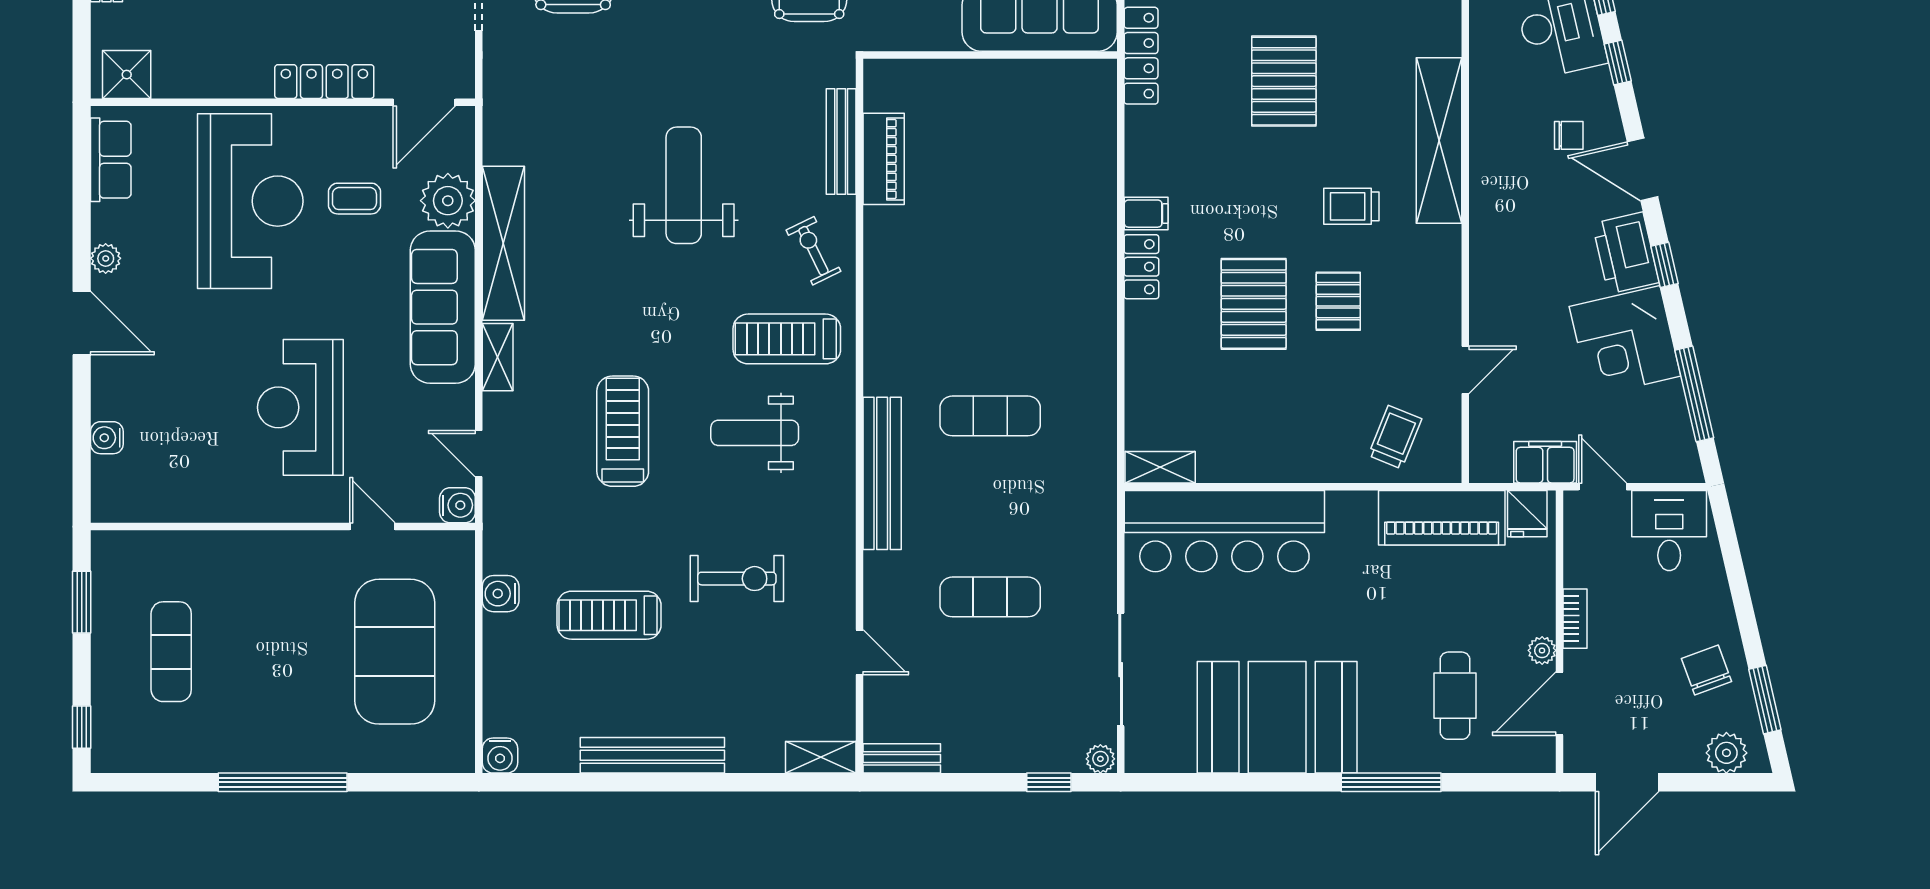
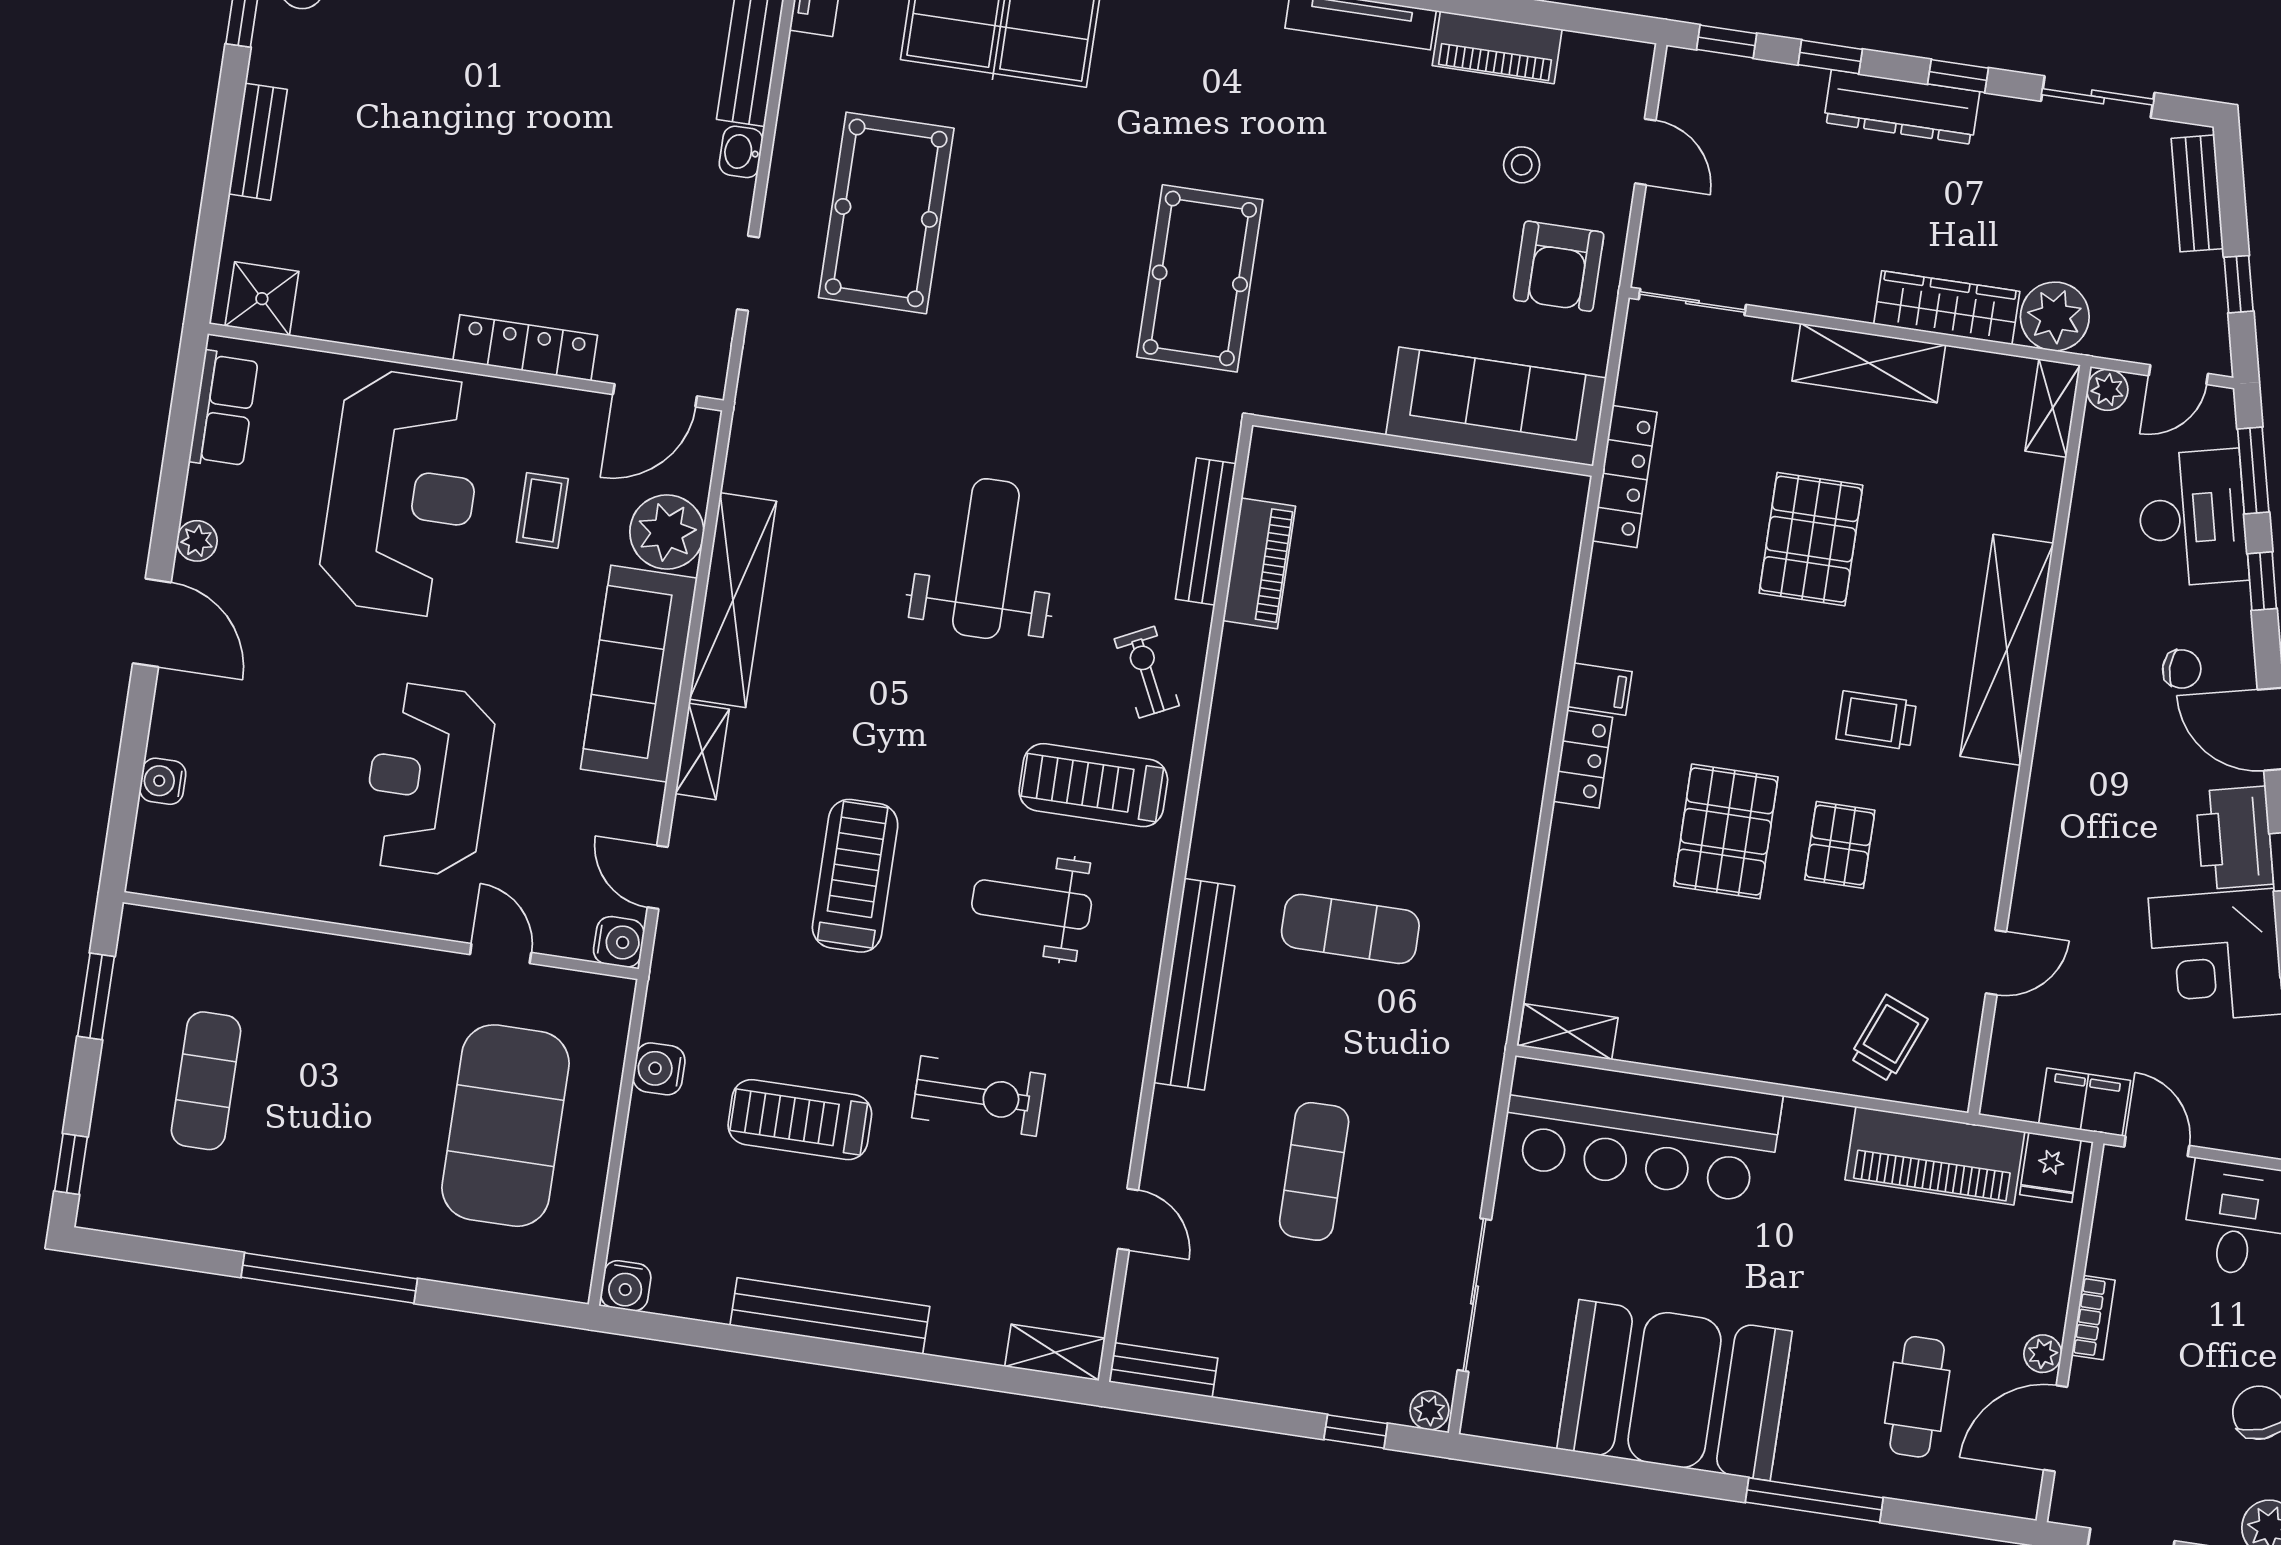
coffee table: (354, 199) -> (542, 510), turned 90
exercise mat: (990, 597) -> (1314, 1171), turned 90

